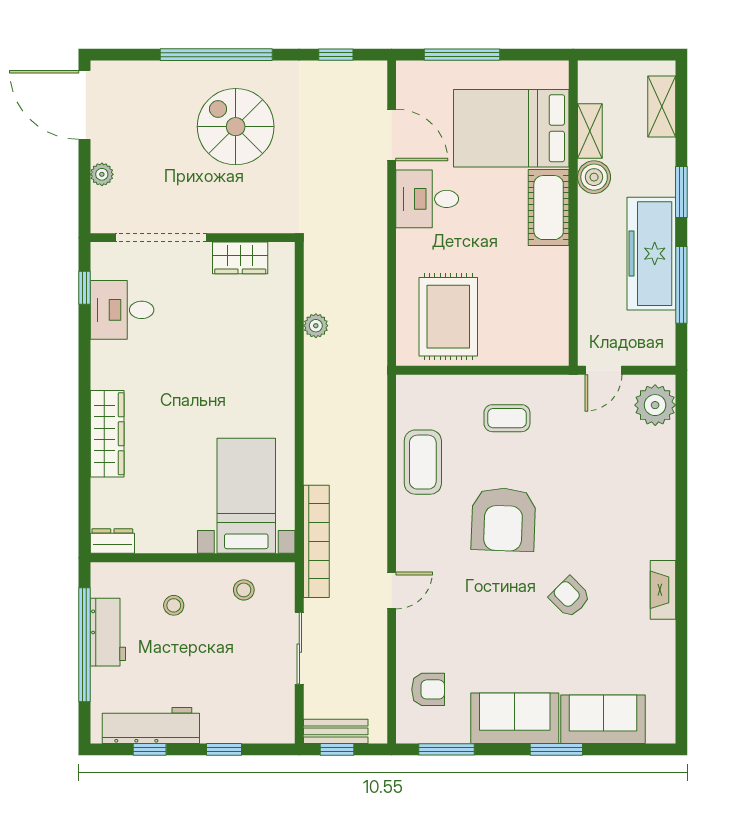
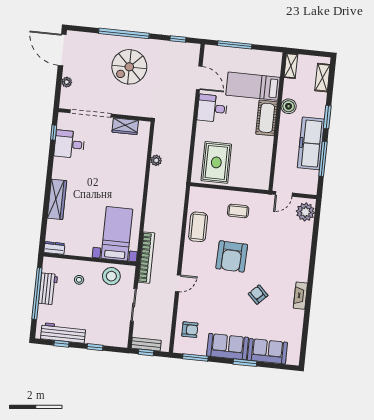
spiral stairs: (236, 127) -> (129, 67), turned -90
bed: (511, 128) -> (253, 86), width x0.67
shelving: (590, 131) -> (291, 66), moved
stool: (244, 590) -> (111, 276), width x1.89, depth x1.89

